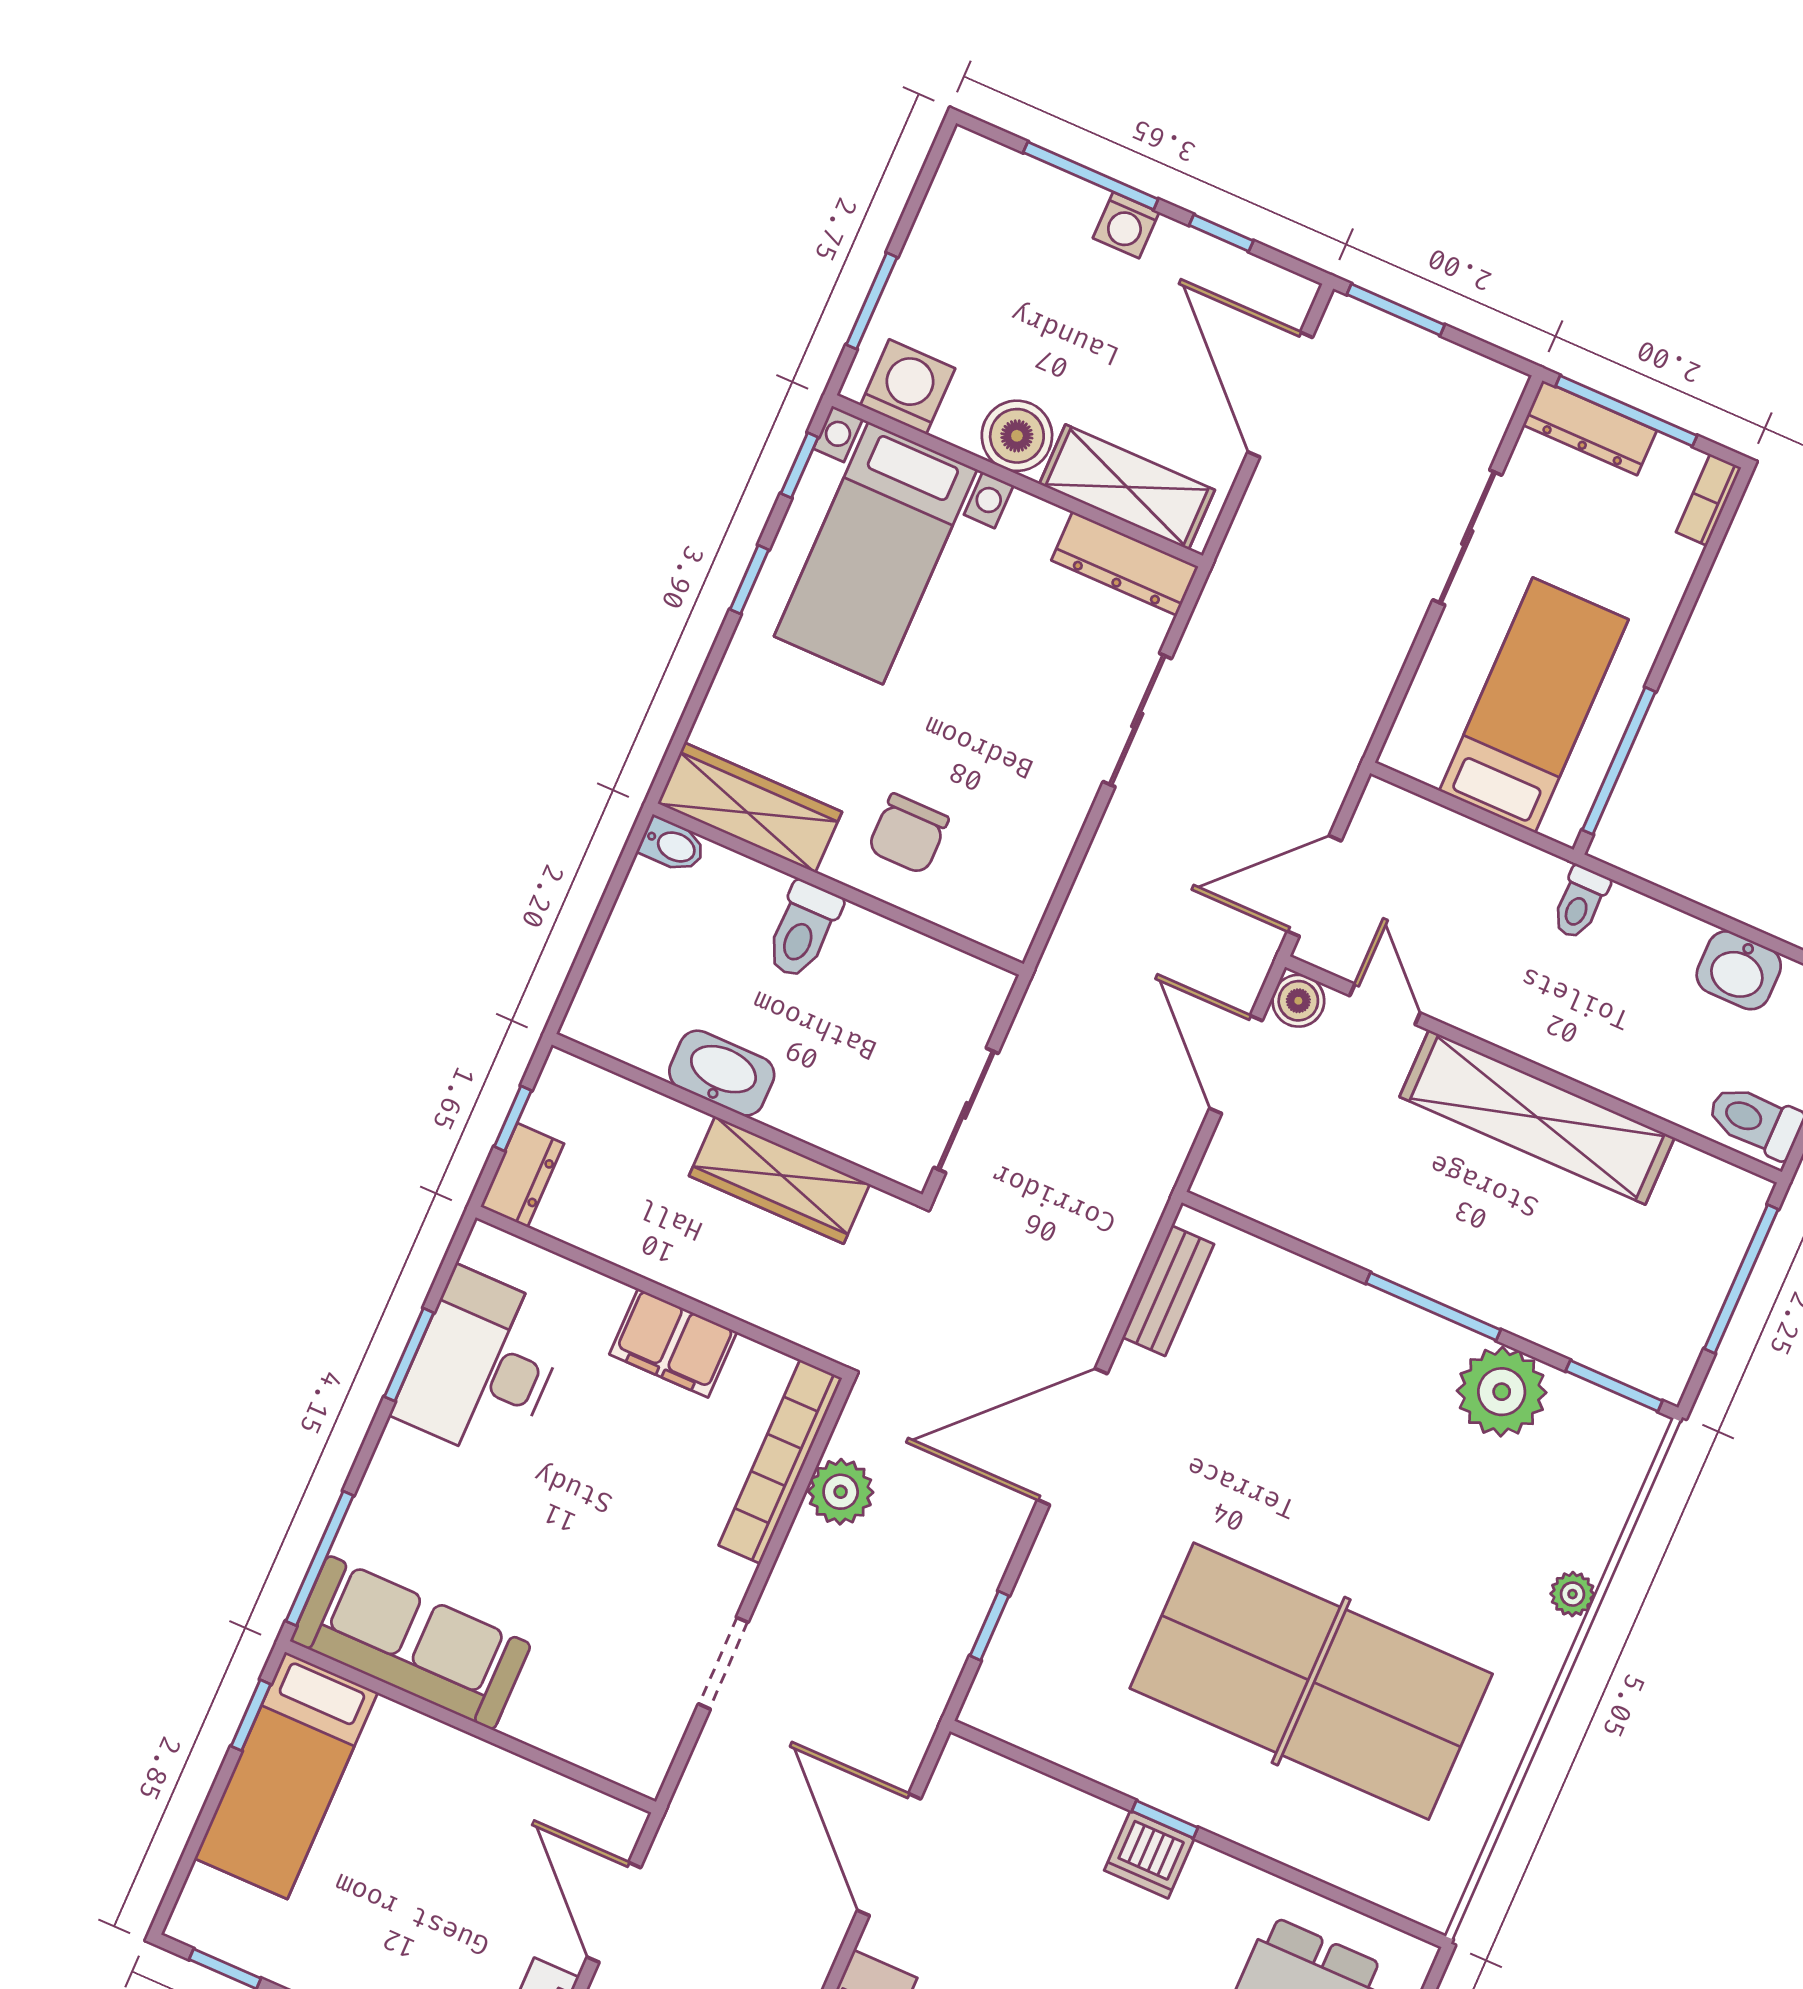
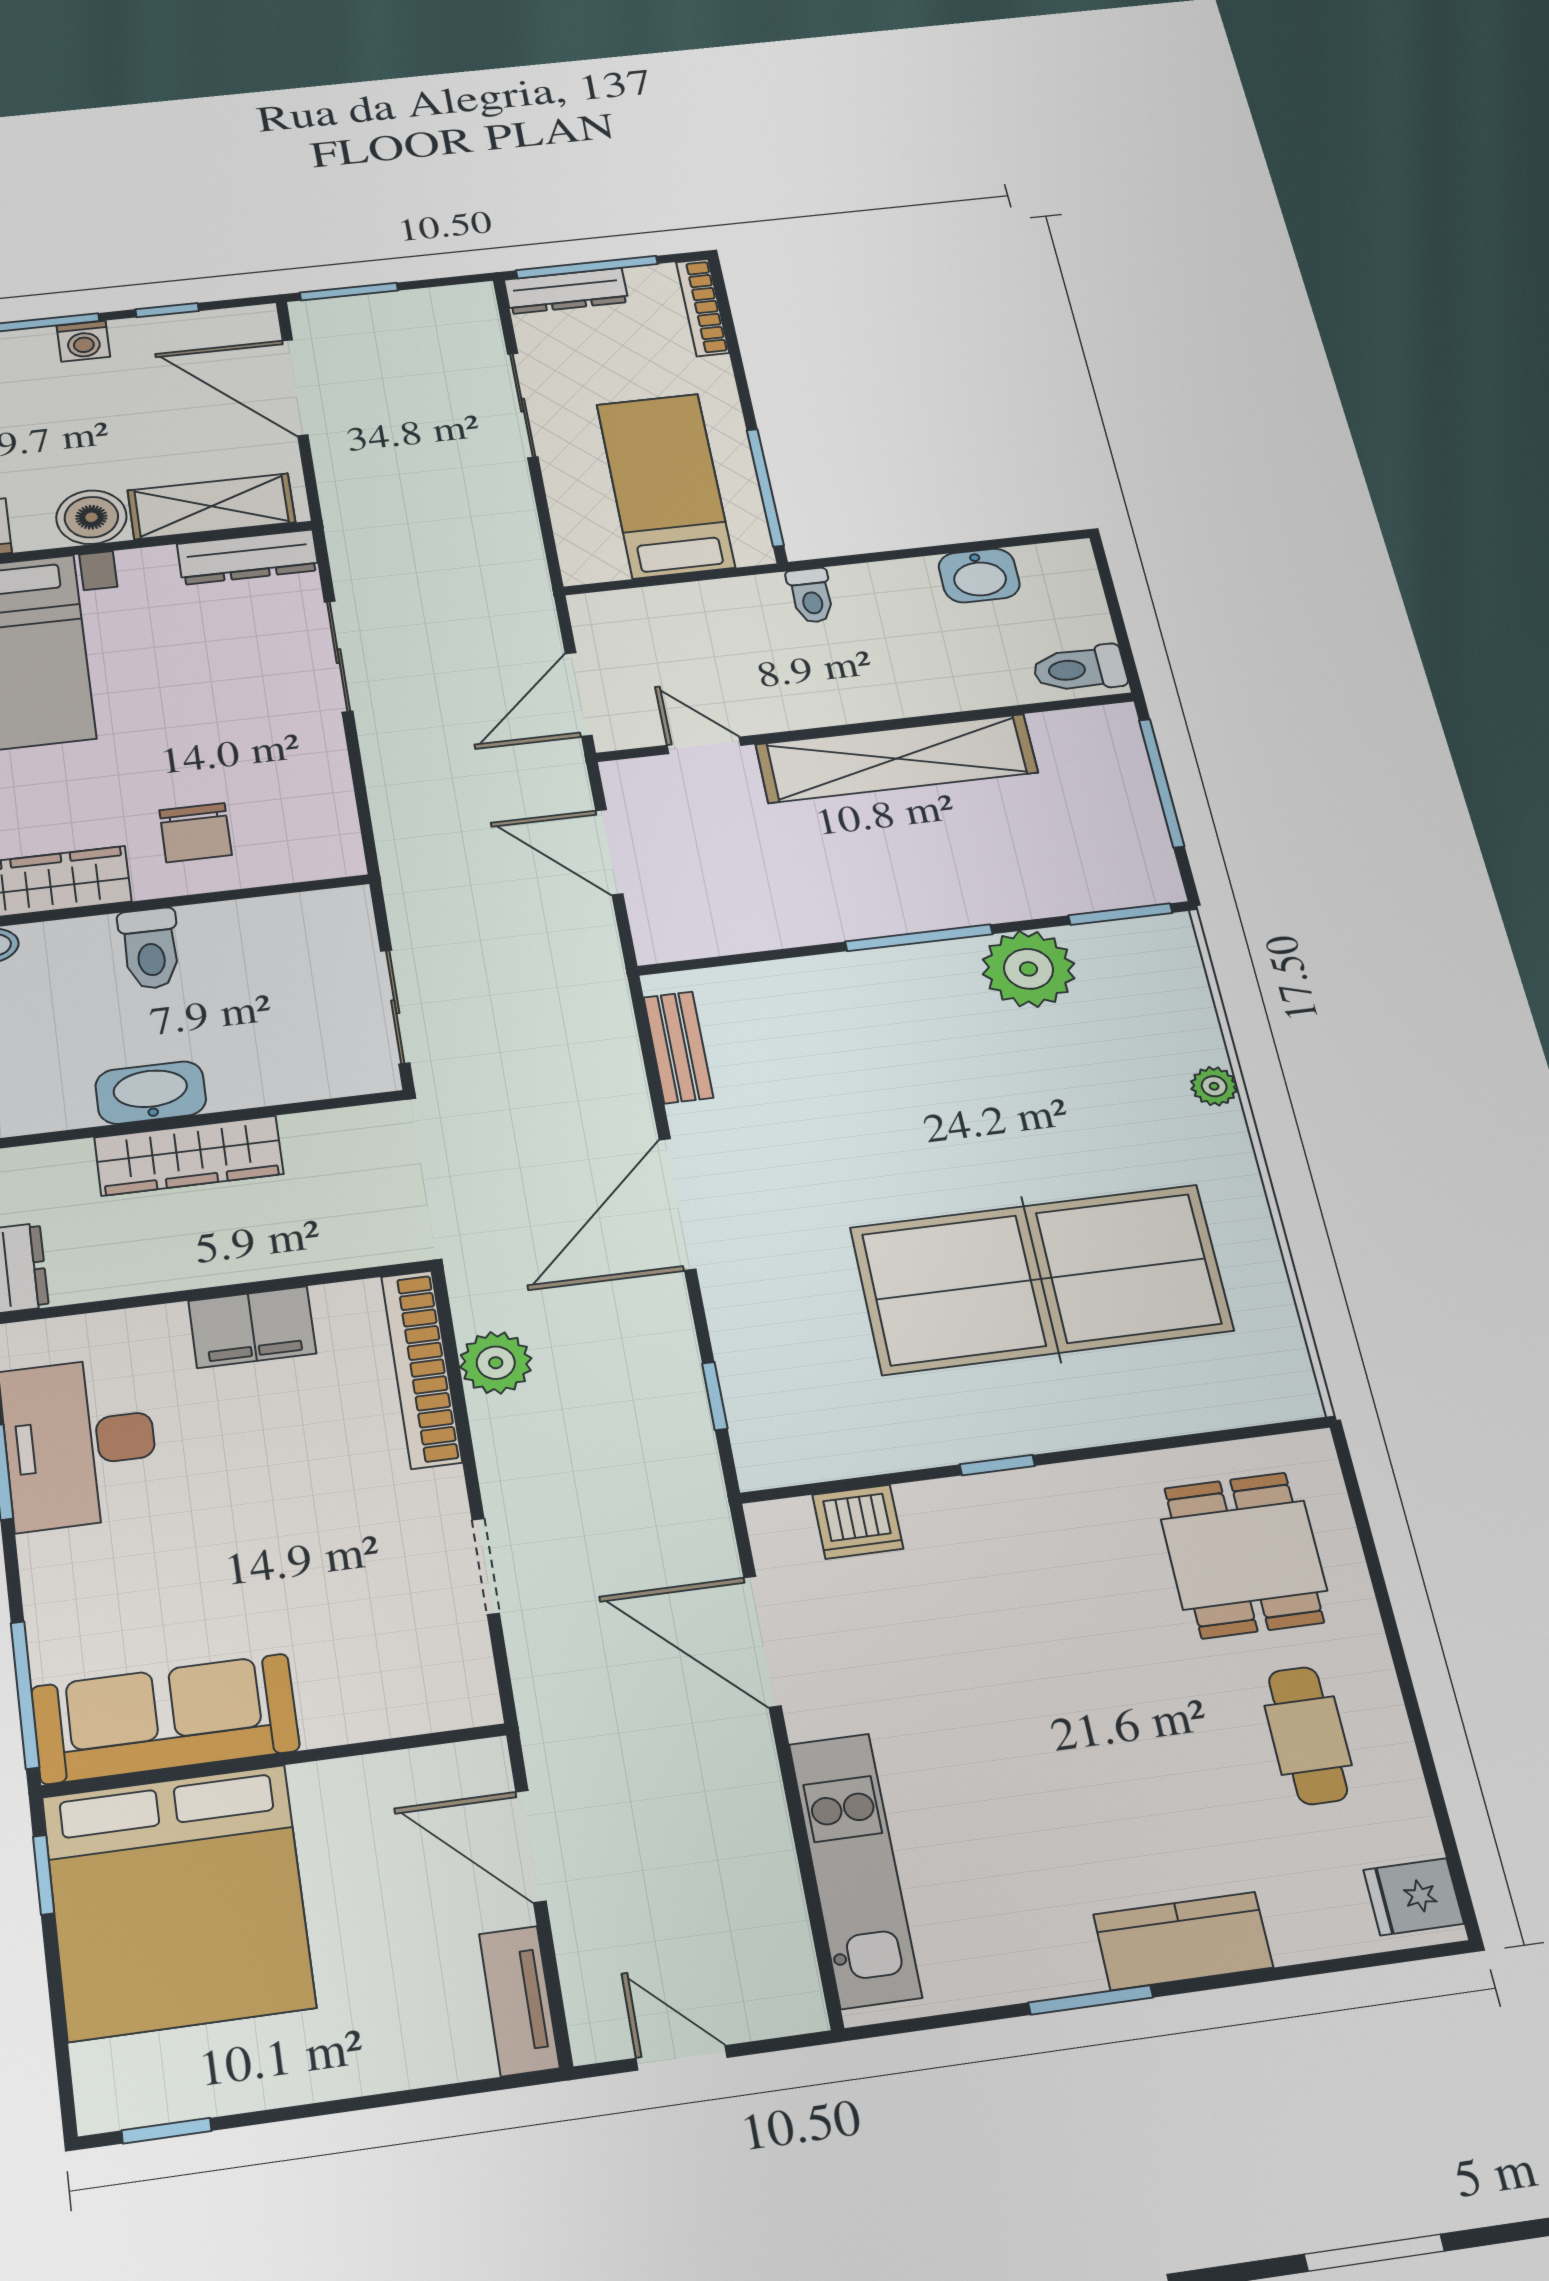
bookcase: (1709, 500) -> (703, 307), width x1.56
boiler: (1298, 1001) -> (628, 780), removed
wardrobe: (779, 1180) -> (189, 1156), moved
bed: (286, 1775) -> (178, 1902), width x2.04
dishwasher: (1149, 1855) -> (858, 1522), moved

